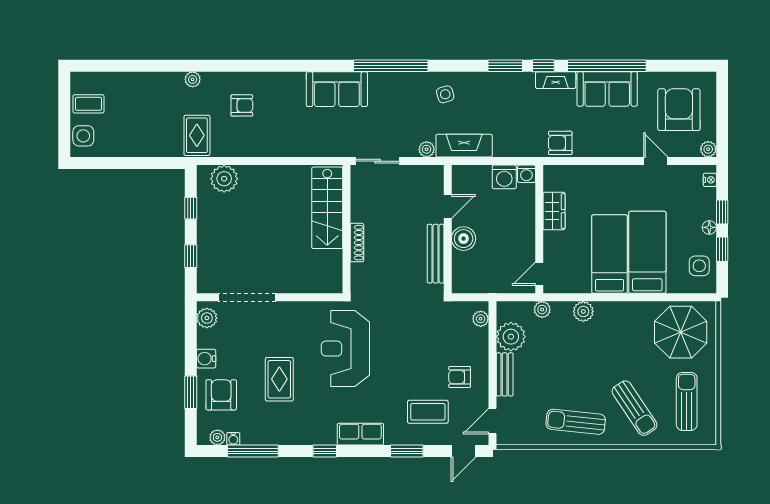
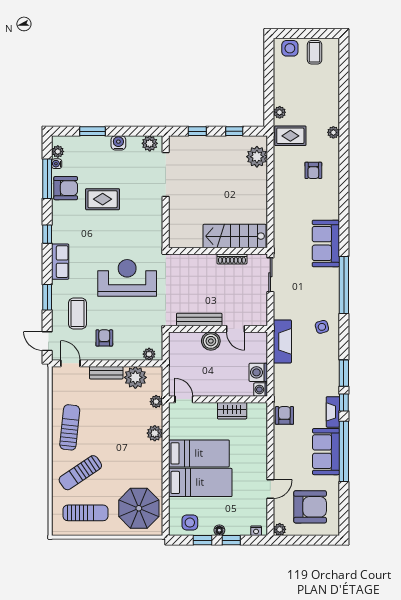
plant: (427, 149) -> (280, 112), moved
shoe rack: (357, 243) -> (232, 259), moved
reception desk: (345, 349) -> (127, 278), moved
armchair: (221, 395) -> (66, 188), moved

